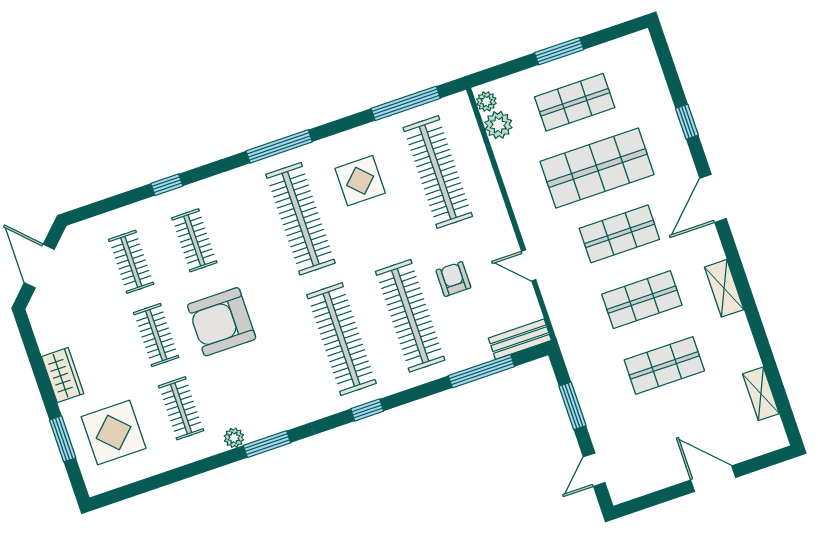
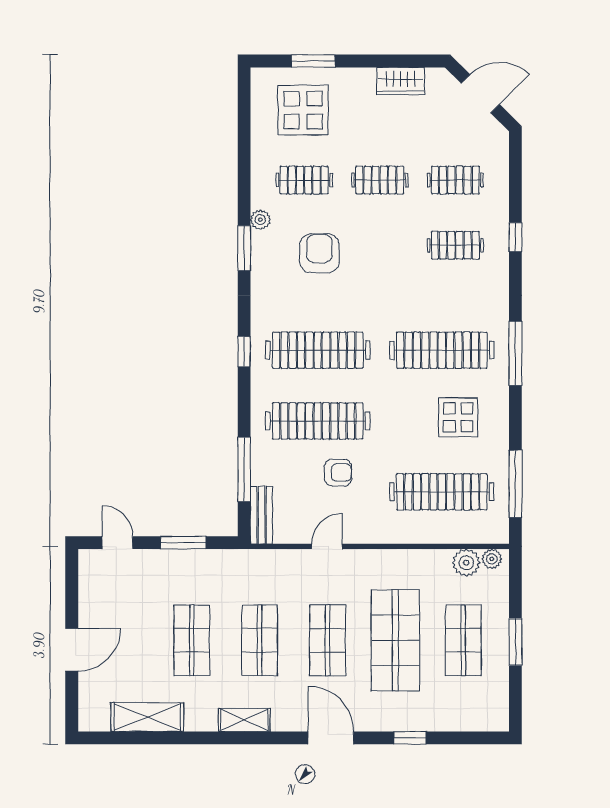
armchair: (222, 322) -> (319, 253), moved, width x0.73, depth x0.73
wardrobe: (63, 375) -> (400, 81), moved
shelving: (761, 394) -> (147, 717), width x1.50, depth x1.33

